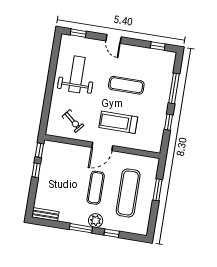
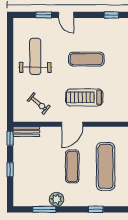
window: (78, 33) -> (44, 15), moved
window: (36, 170) -> (10, 170), moved
bench: (45, 214) -> (26, 132), moved
plant: (96, 221) -> (57, 199), moved
window: (81, 228) -> (44, 209), moved

